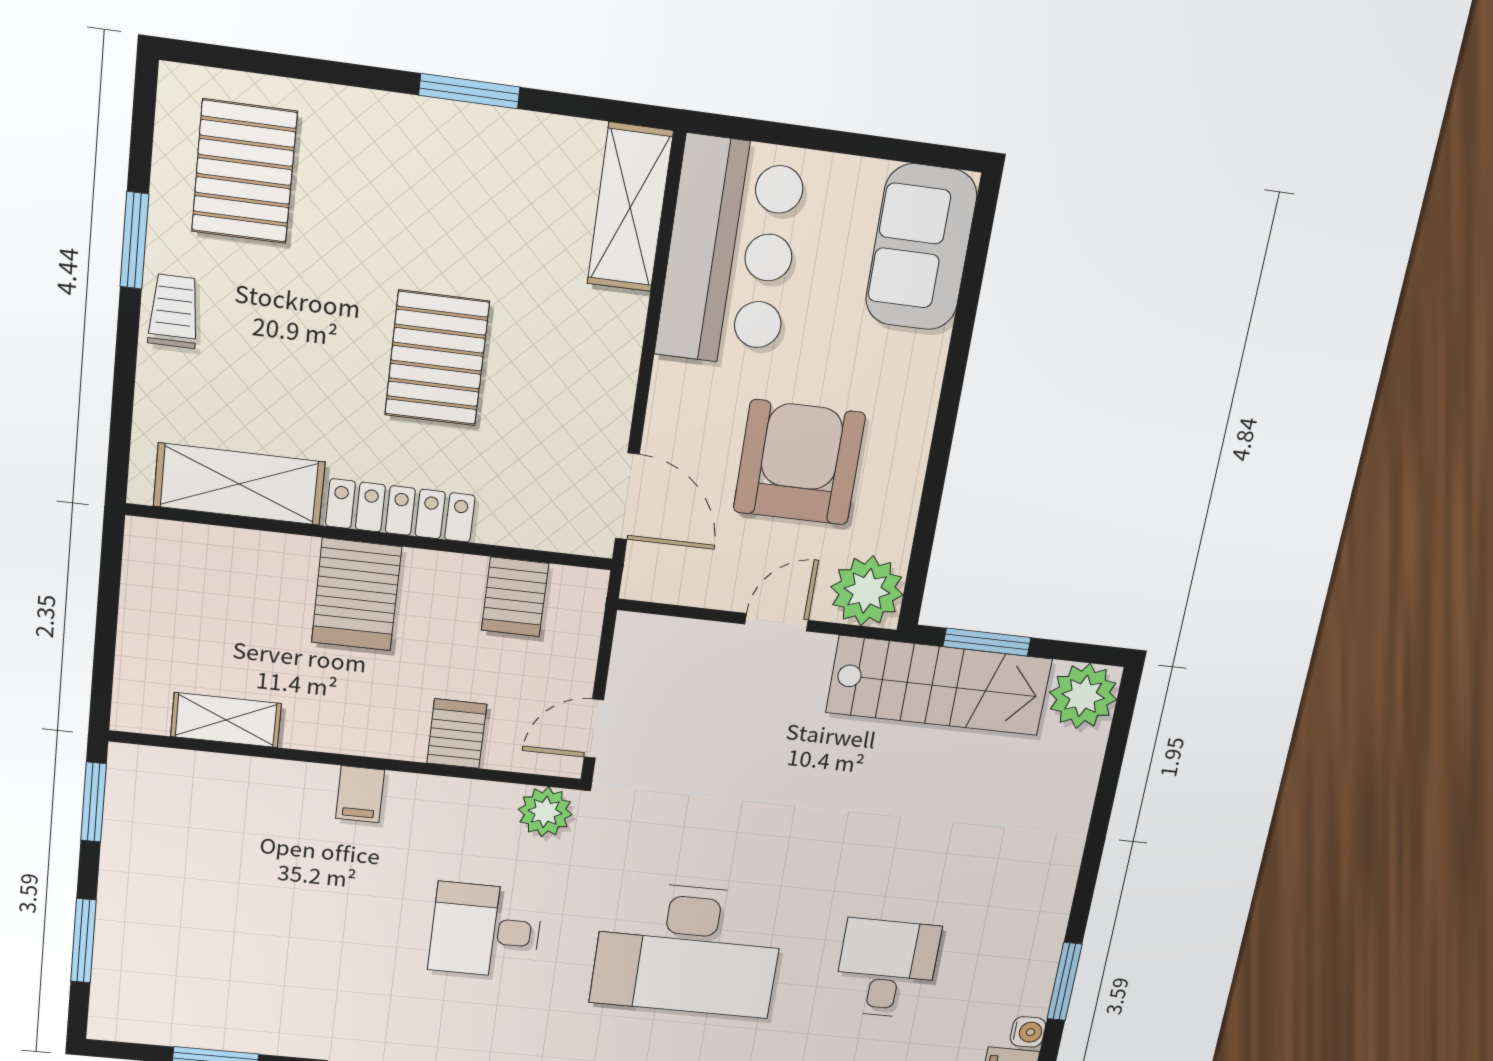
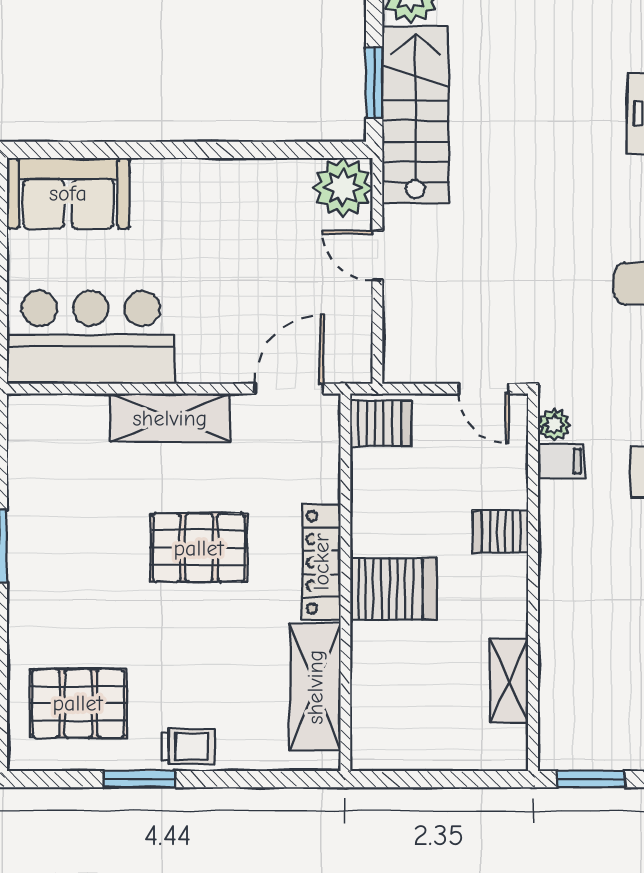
shelving: (630, 207) -> (170, 418), moved
trolley: (174, 311) -> (188, 746), turned 180
armchair: (799, 463) -> (246, 259), removed
server rack: (515, 597) -> (381, 423), moved
server rack: (457, 734) -> (500, 532), moved
filing cabinet: (360, 794) -> (561, 461), moved
plant: (545, 812) -> (554, 424), width x0.73, depth x0.73

